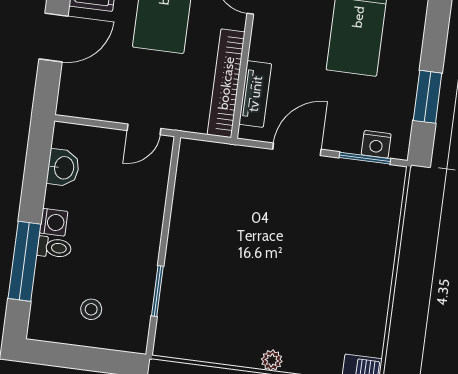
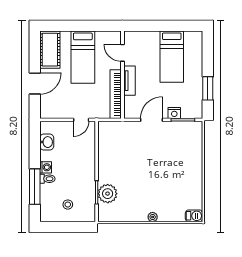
tv unit: (255, 94) -> (129, 81), moved
nightstand: (376, 144) -> (174, 113), moved
plant: (181, 297) -> (108, 194), added

